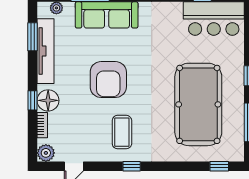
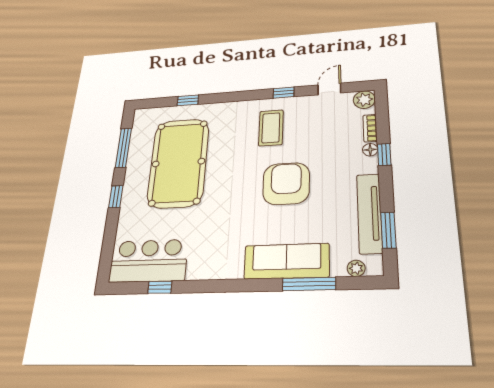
floor lamp: (48, 100) -> (370, 150), width x0.53, depth x0.53
window: (132, 166) -> (284, 93), moved
window: (219, 166) -> (188, 100), moved

